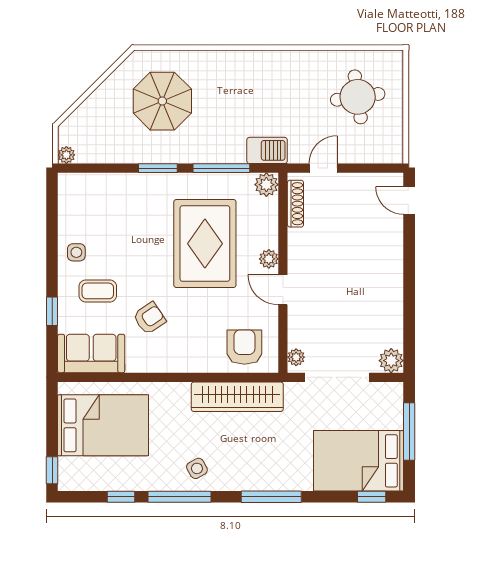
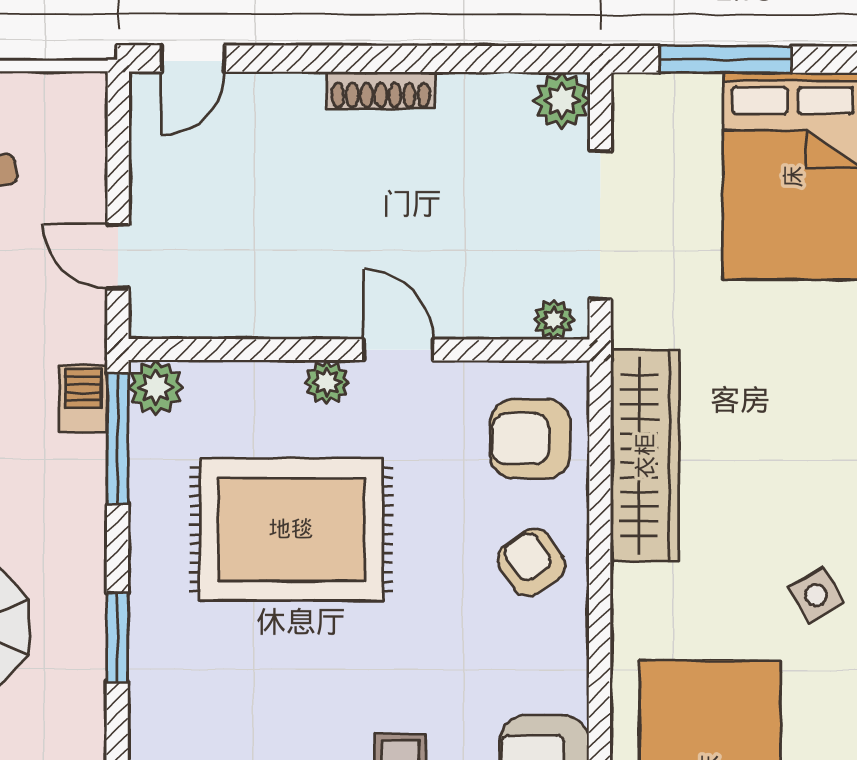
barbecue: (267, 150) -> (83, 399), width x0.73, depth x0.79
window: (221, 168) -> (118, 439), moved
shoe rack: (295, 204) -> (381, 90), moved, turned 180
door: (283, 290) -> (398, 350), swing flipped
armchair: (149, 318) -> (532, 562), moved
side table: (197, 468) -> (816, 595), moved

